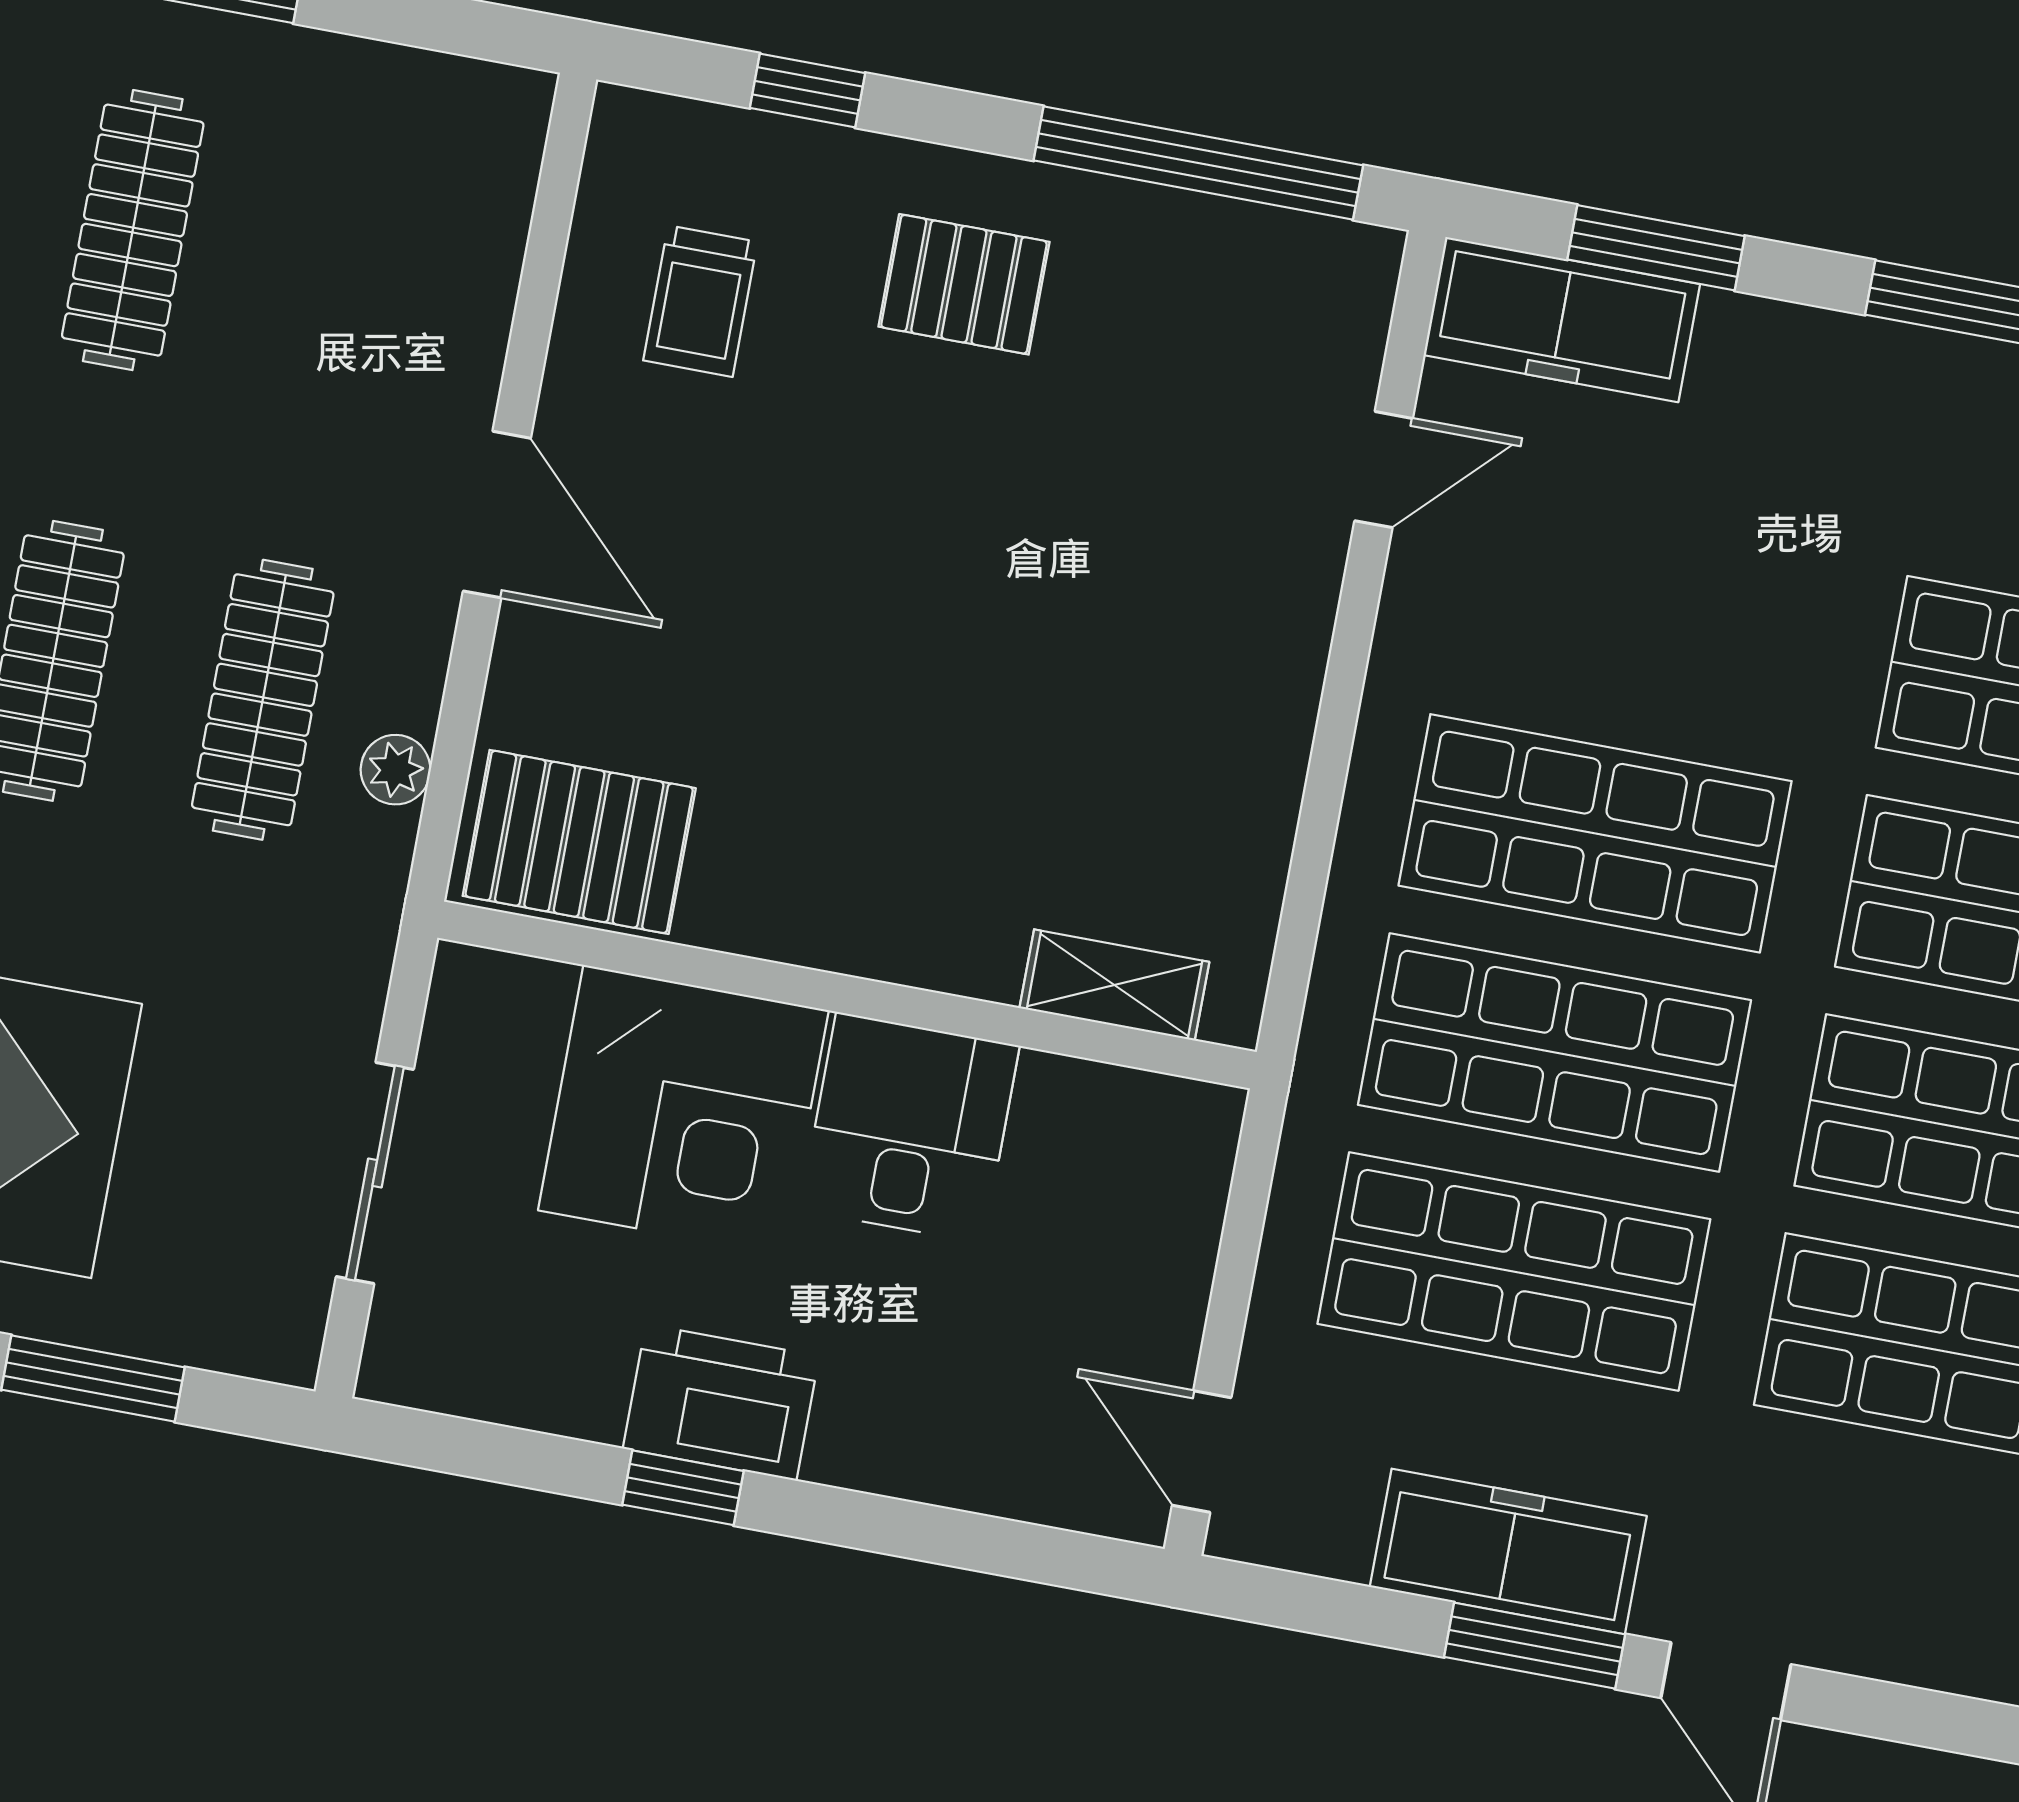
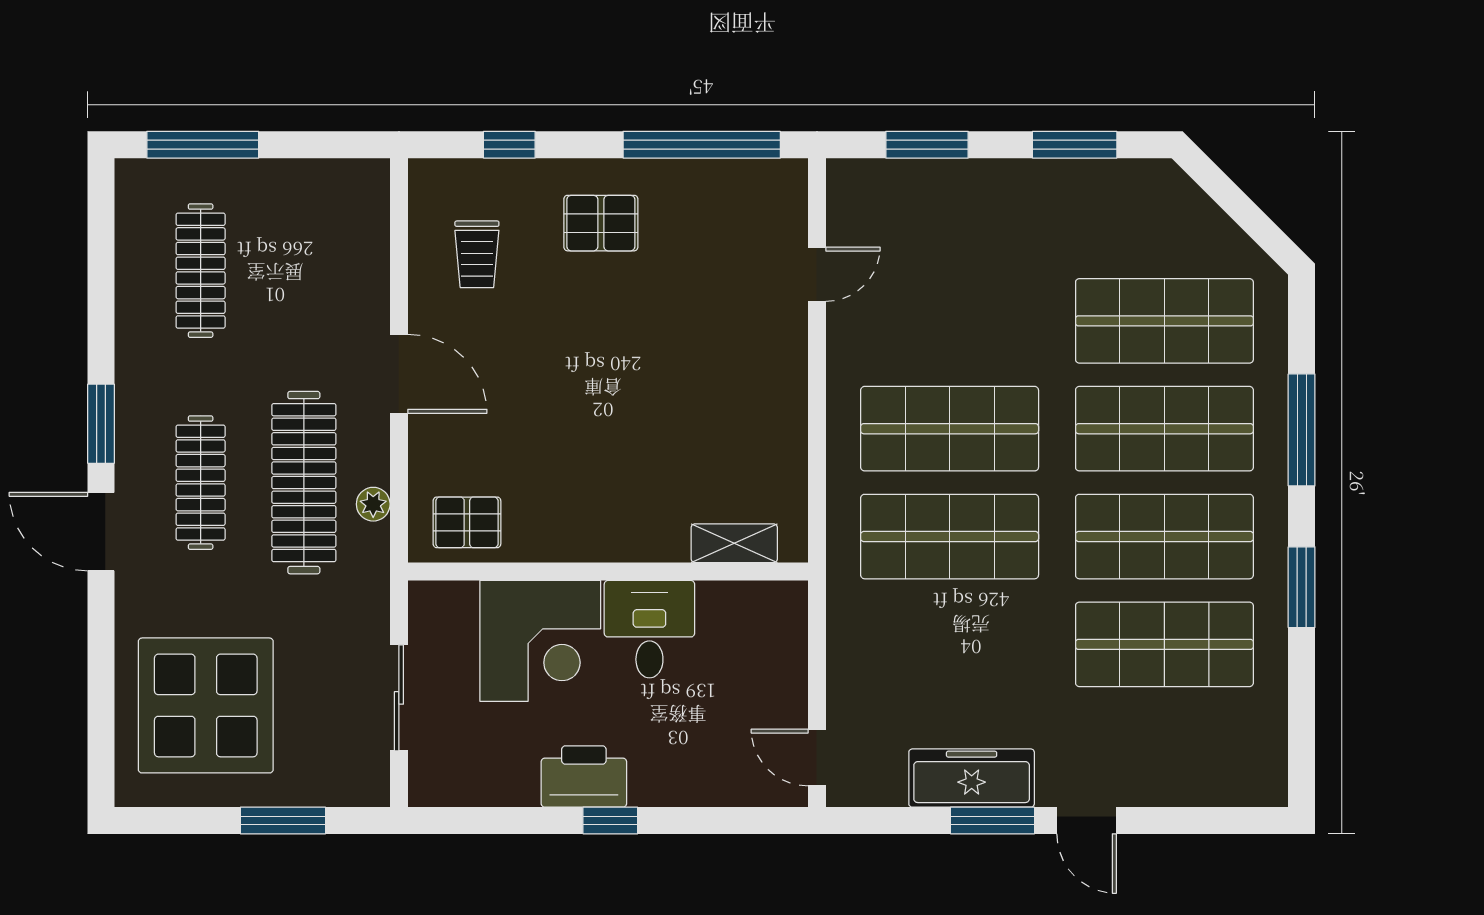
freezer: (1562, 320) -> (888, 187), removed
clothes rail: (263, 700) -> (304, 483), width x1.37, depth x1.31
pallet: (579, 842) -> (467, 522), width x0.67, depth x0.71
shop shelf: (1514, 1272) -> (950, 644), removed
window: (683, 1488) -> (610, 821), moved

